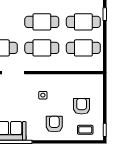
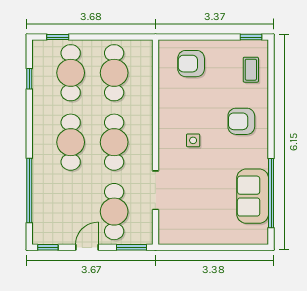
armchair: (82, 106) -> (191, 64), moved

